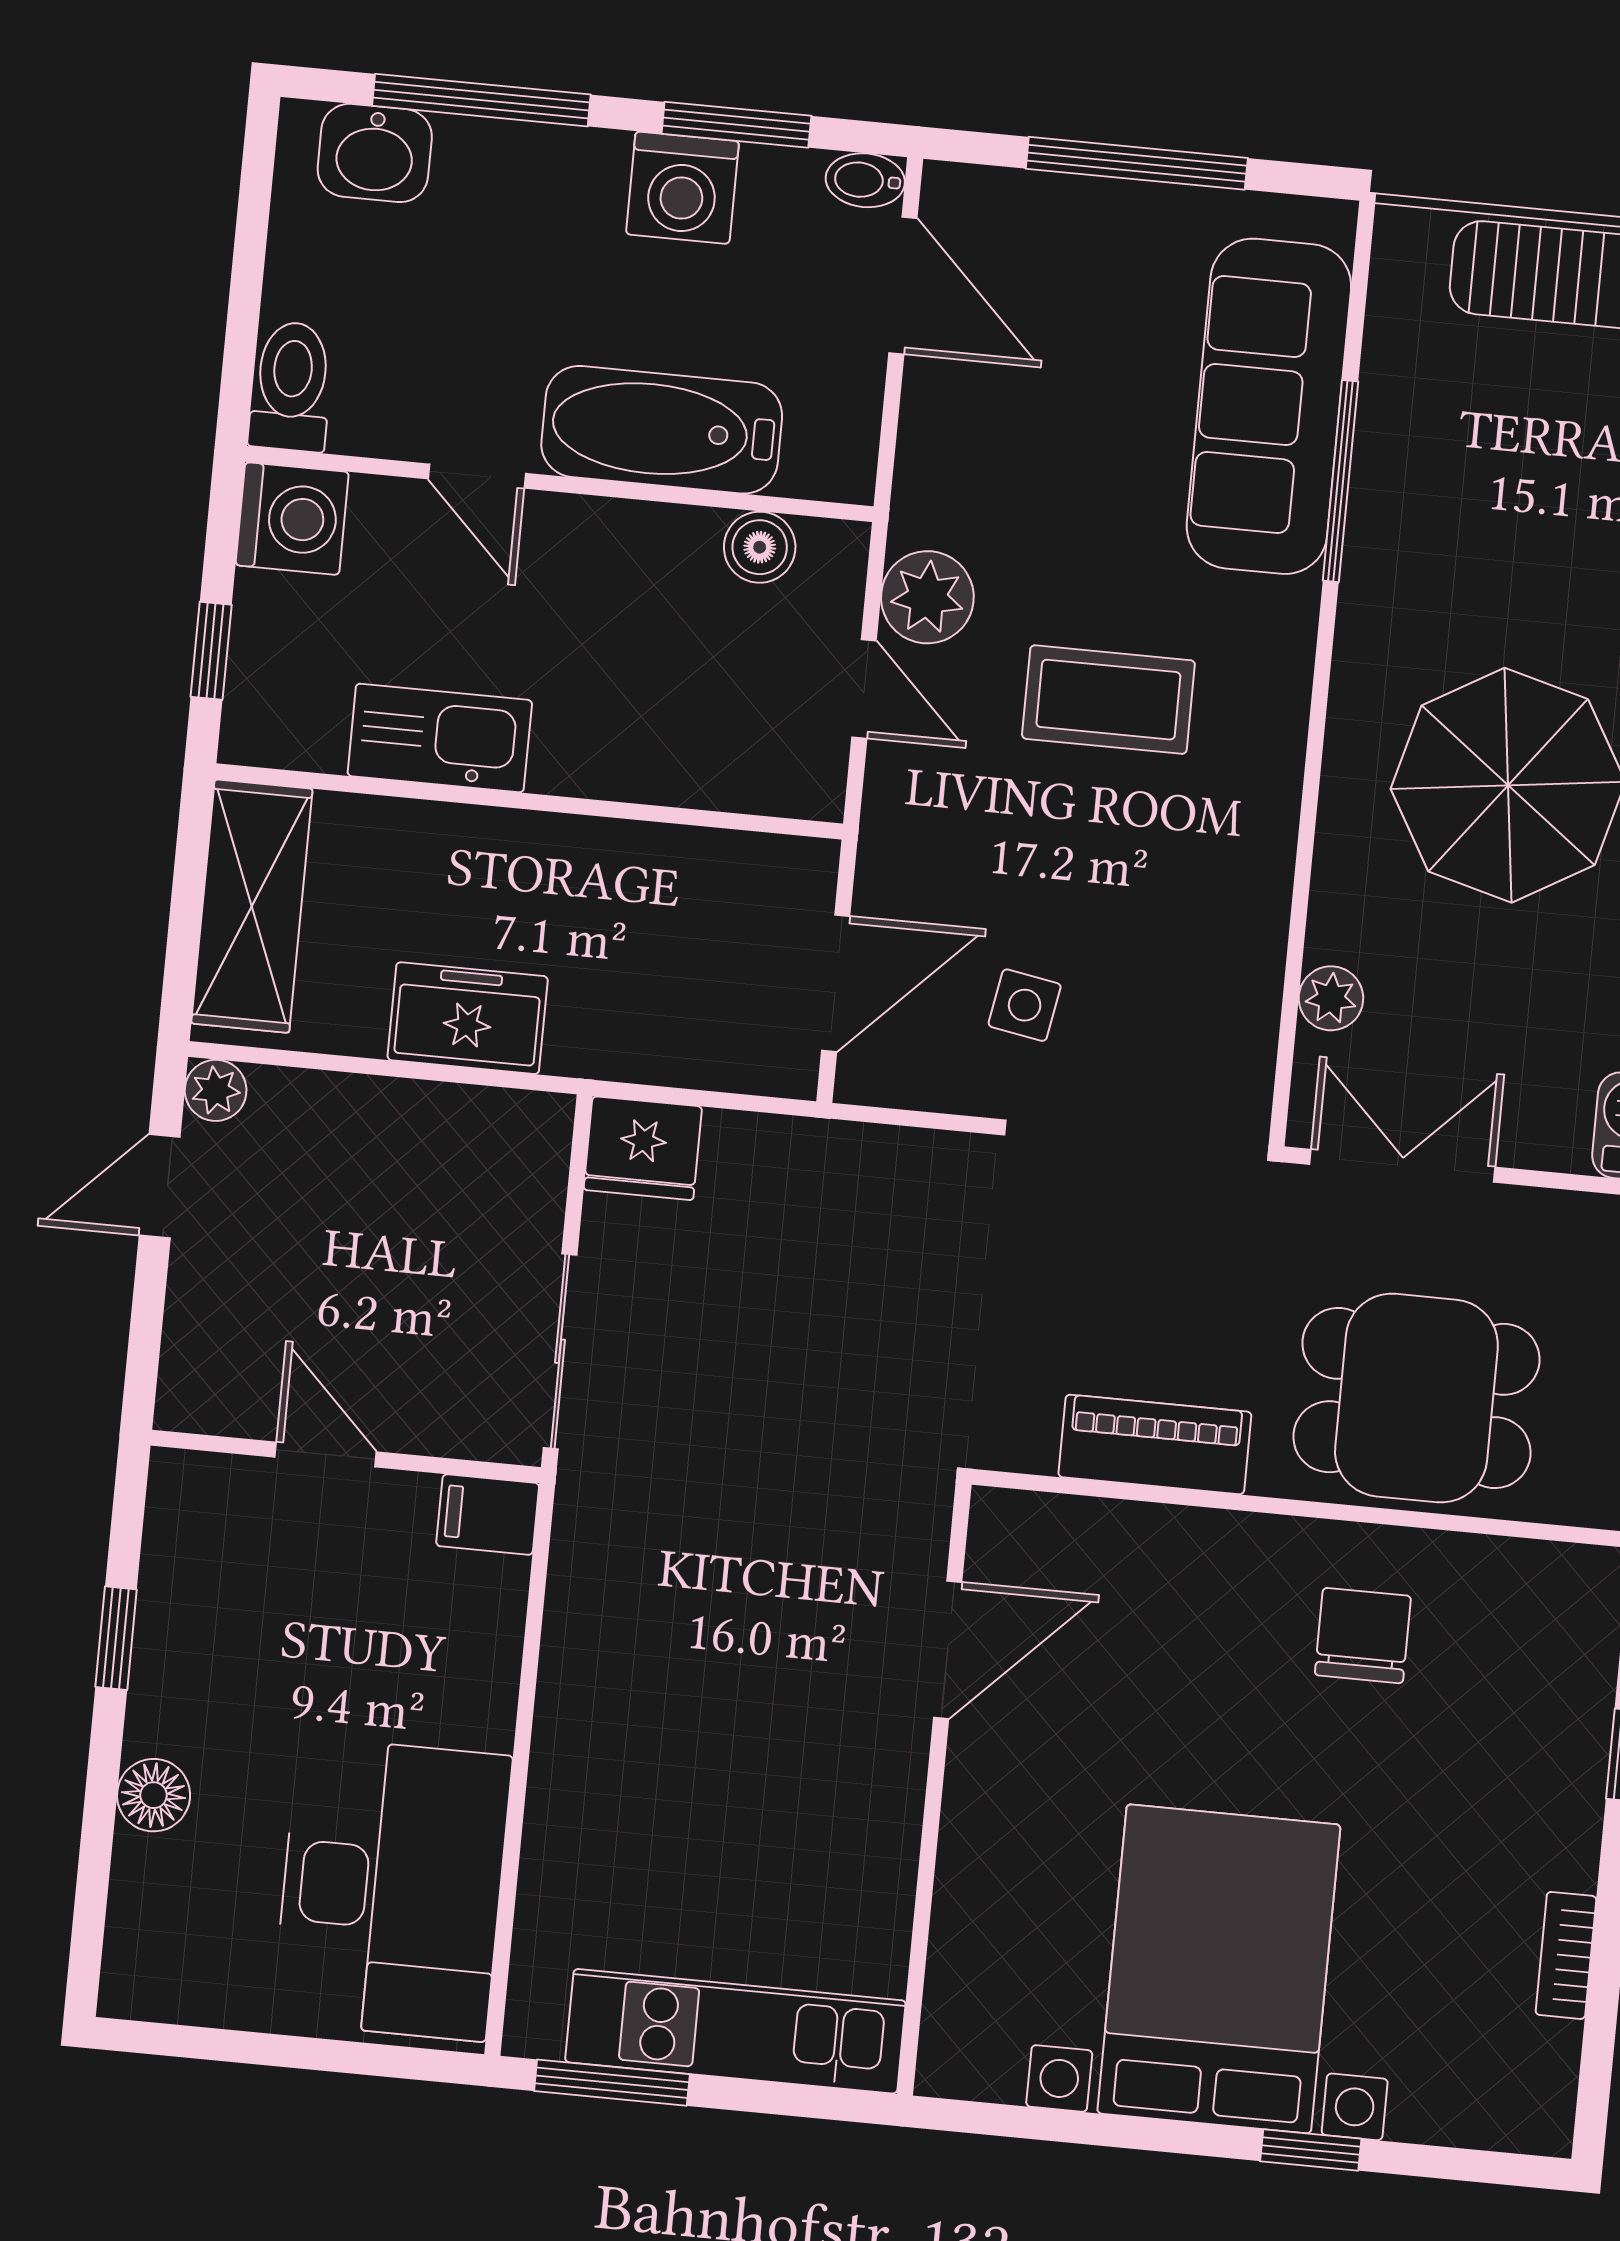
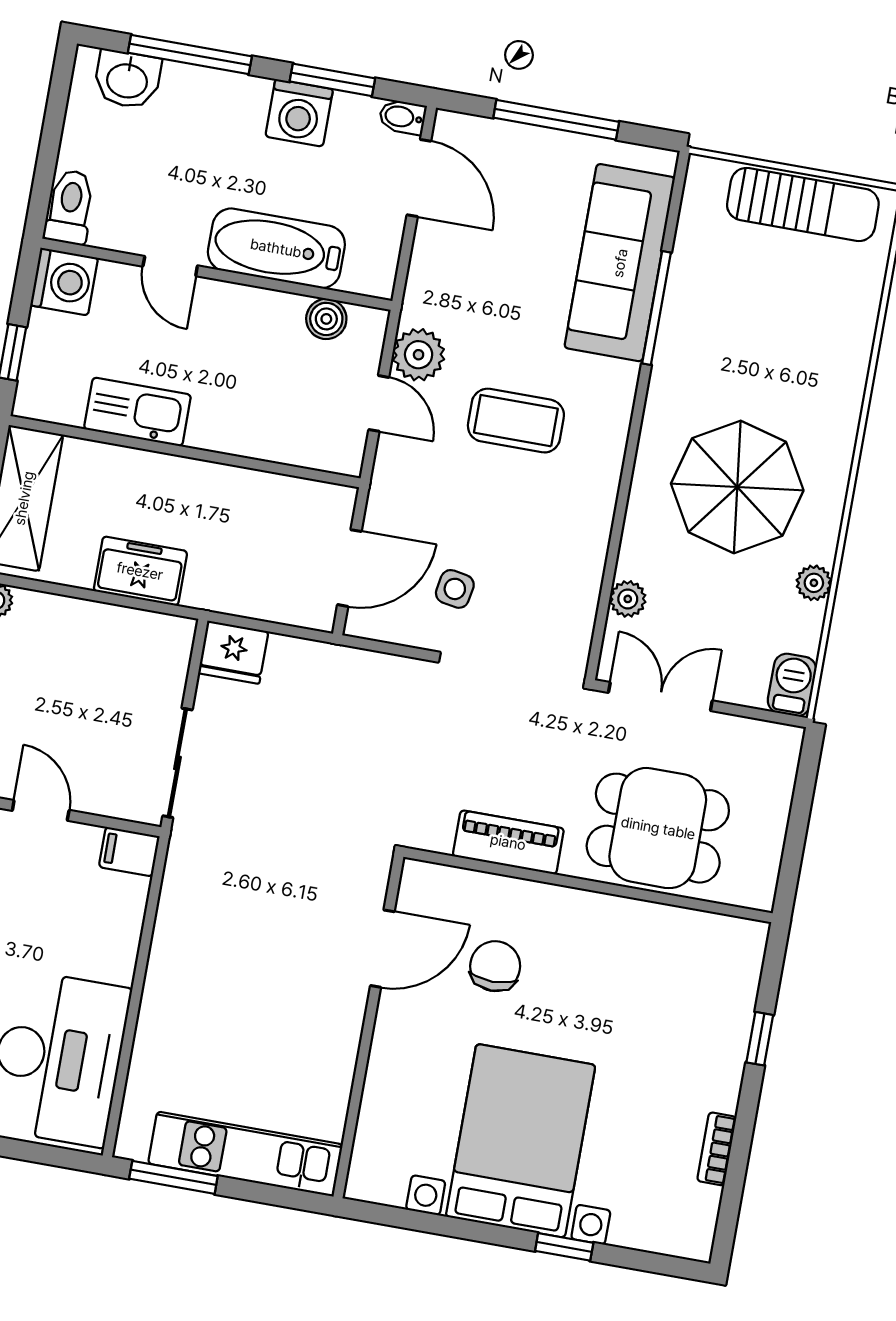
chair: (1363, 1636) -> (495, 966), moved

